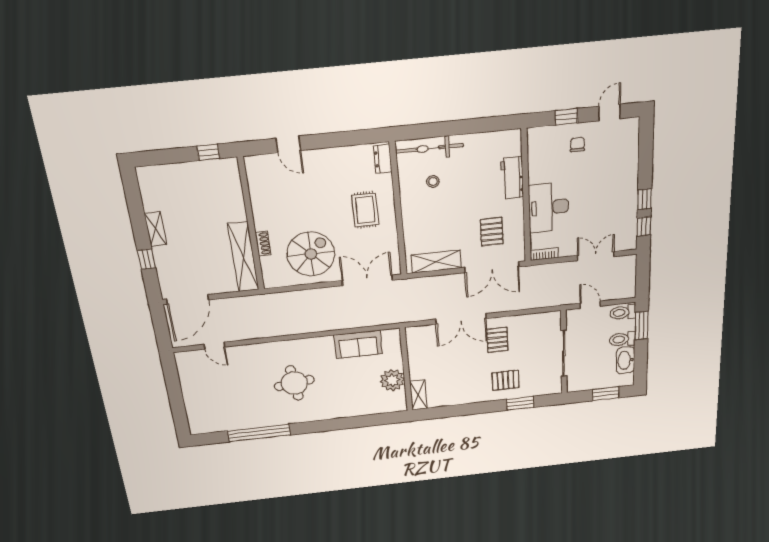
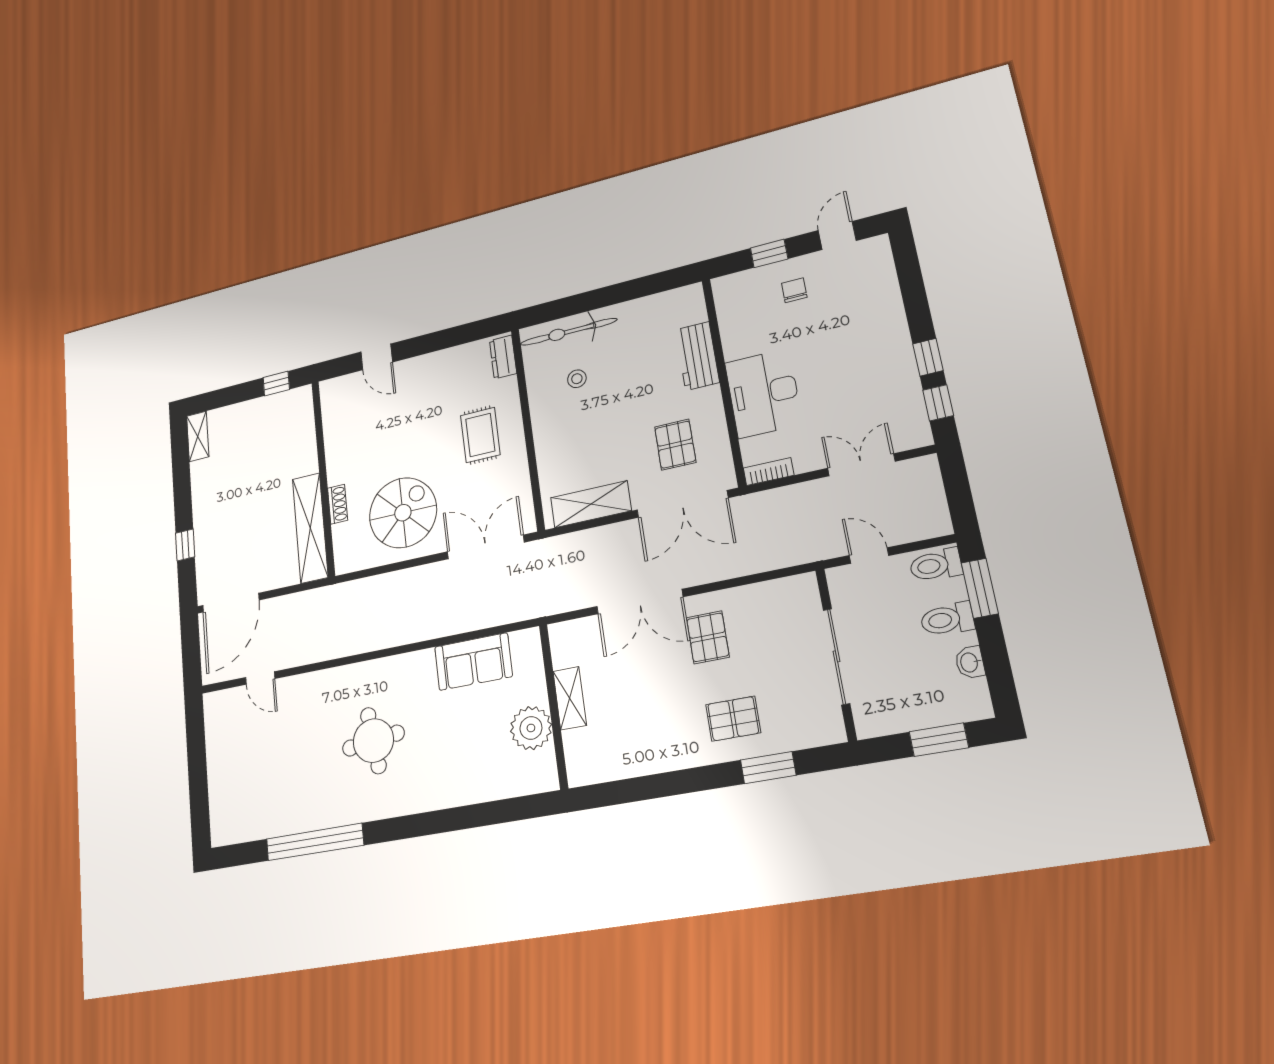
shelving: (155, 229) -> (198, 436), moved
washbasin: (625, 360) -> (970, 662), width x0.52, depth x0.69
shelving: (418, 395) -> (570, 698), moved

